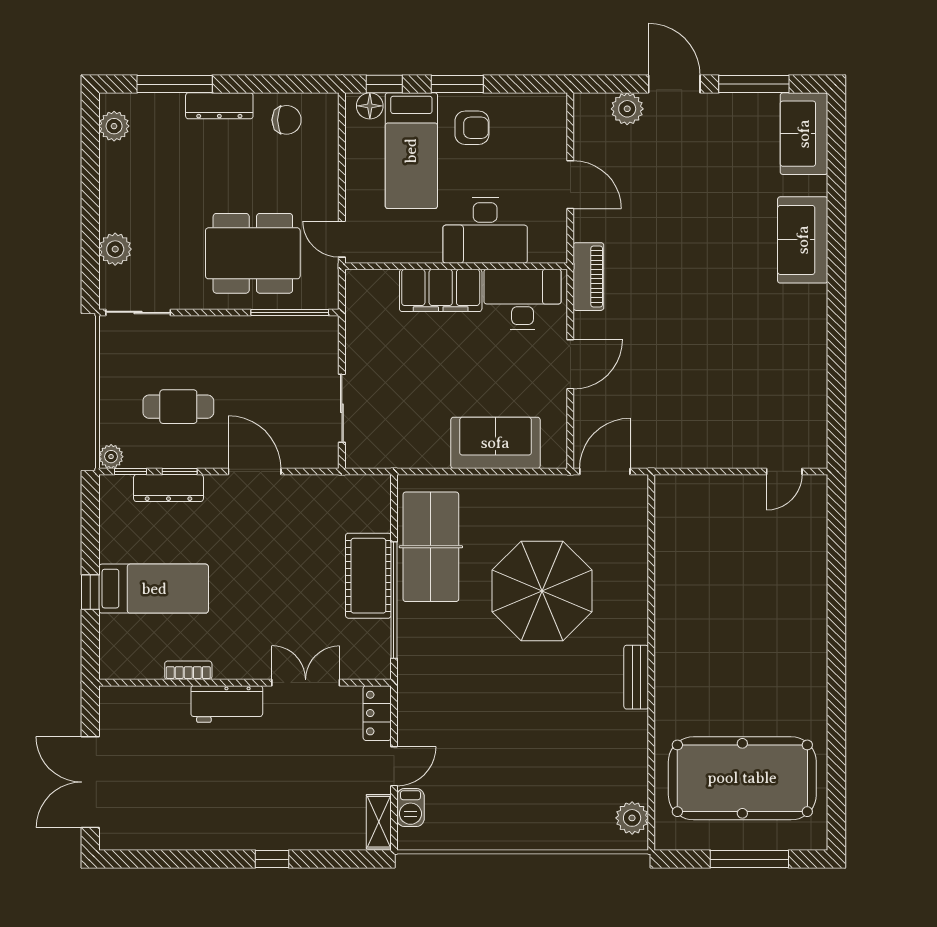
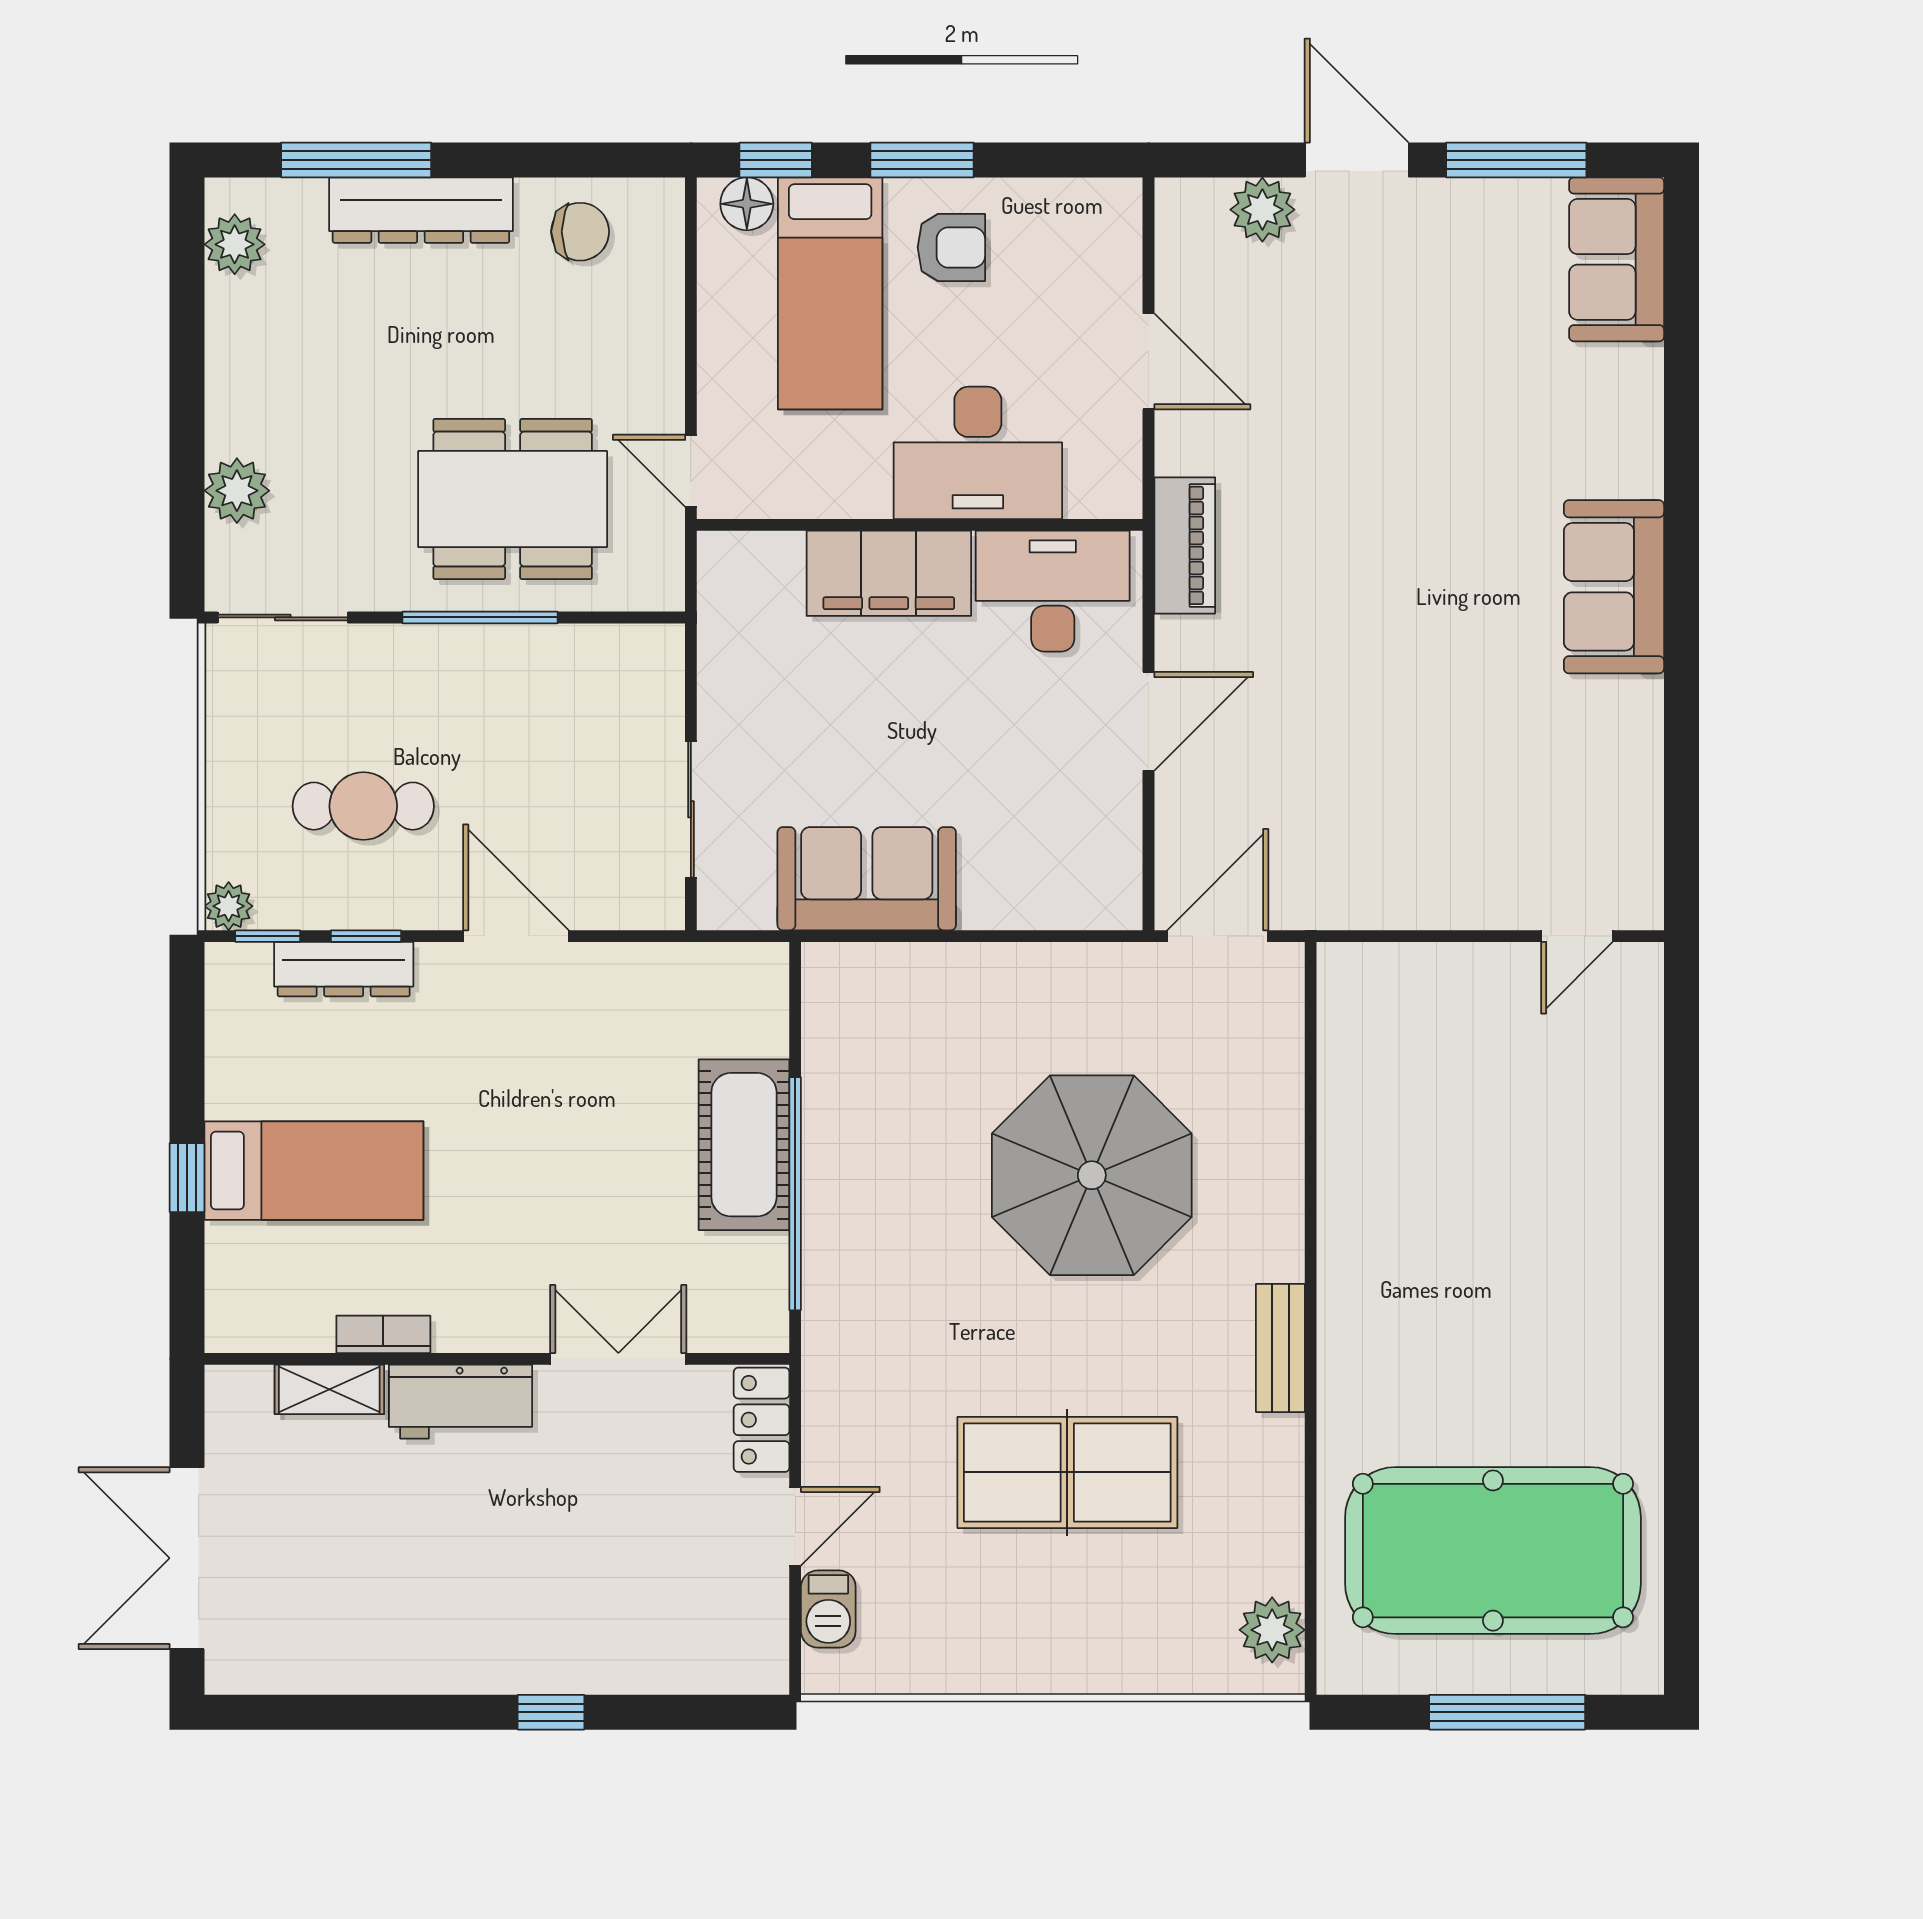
dresser: (219, 106) -> (421, 210), width x1.37, depth x1.24
sofa: (803, 240) -> (1614, 587), moved
window: (290, 312) -> (480, 617), moved
sofa: (495, 443) -> (867, 879), moved
table tennis table: (431, 547) -> (1067, 1472), moved, turned 90
shelving: (379, 822) -> (329, 1389), moved, turned 90

